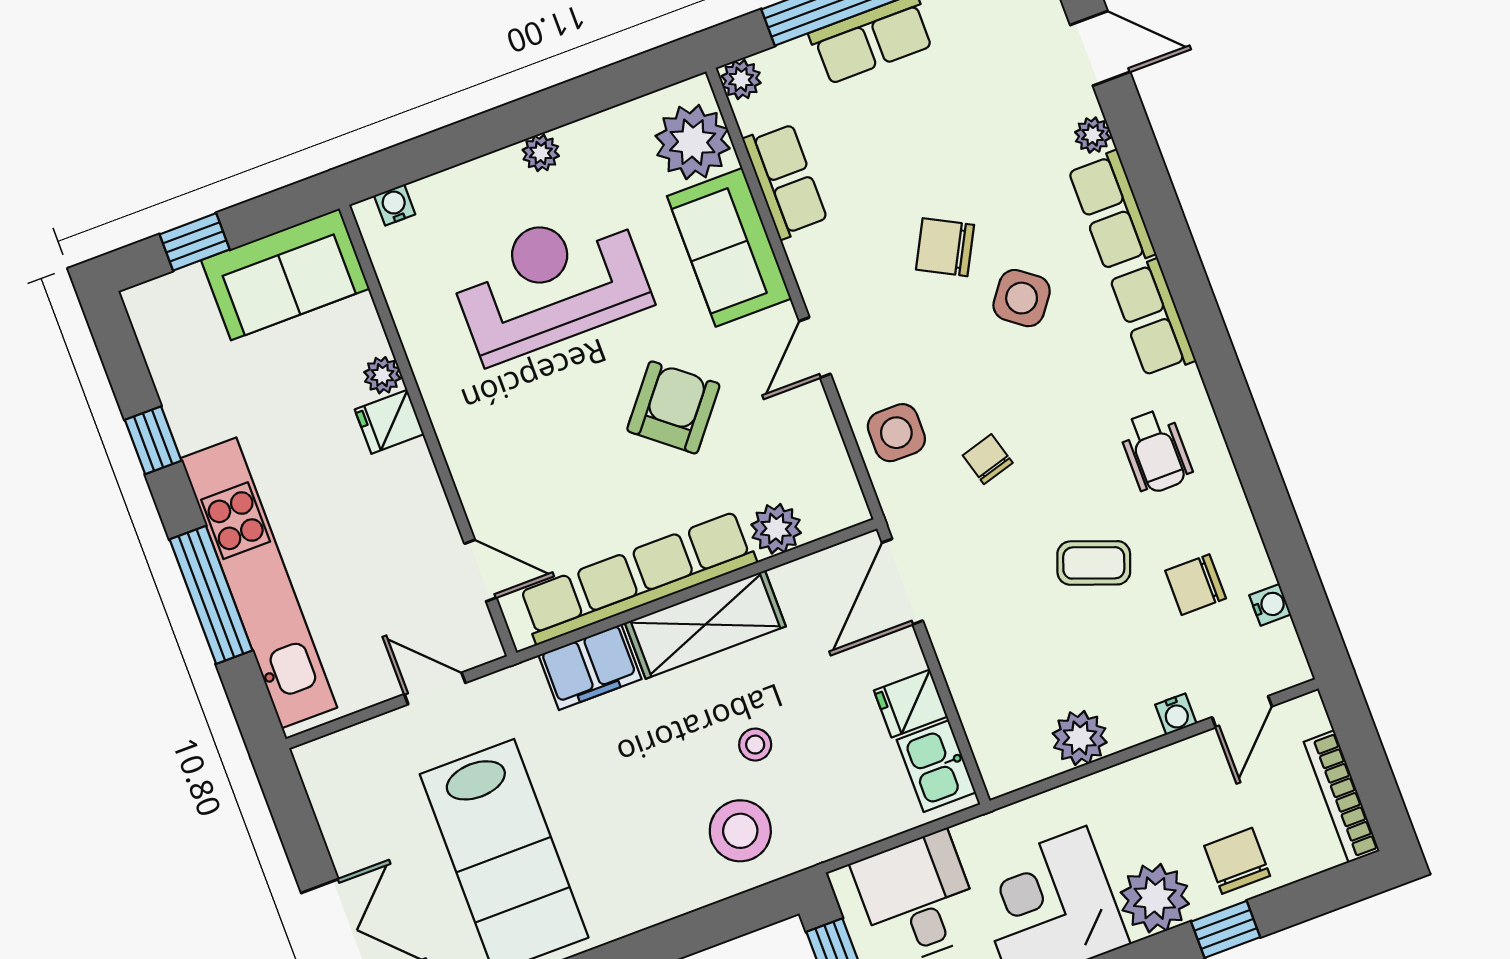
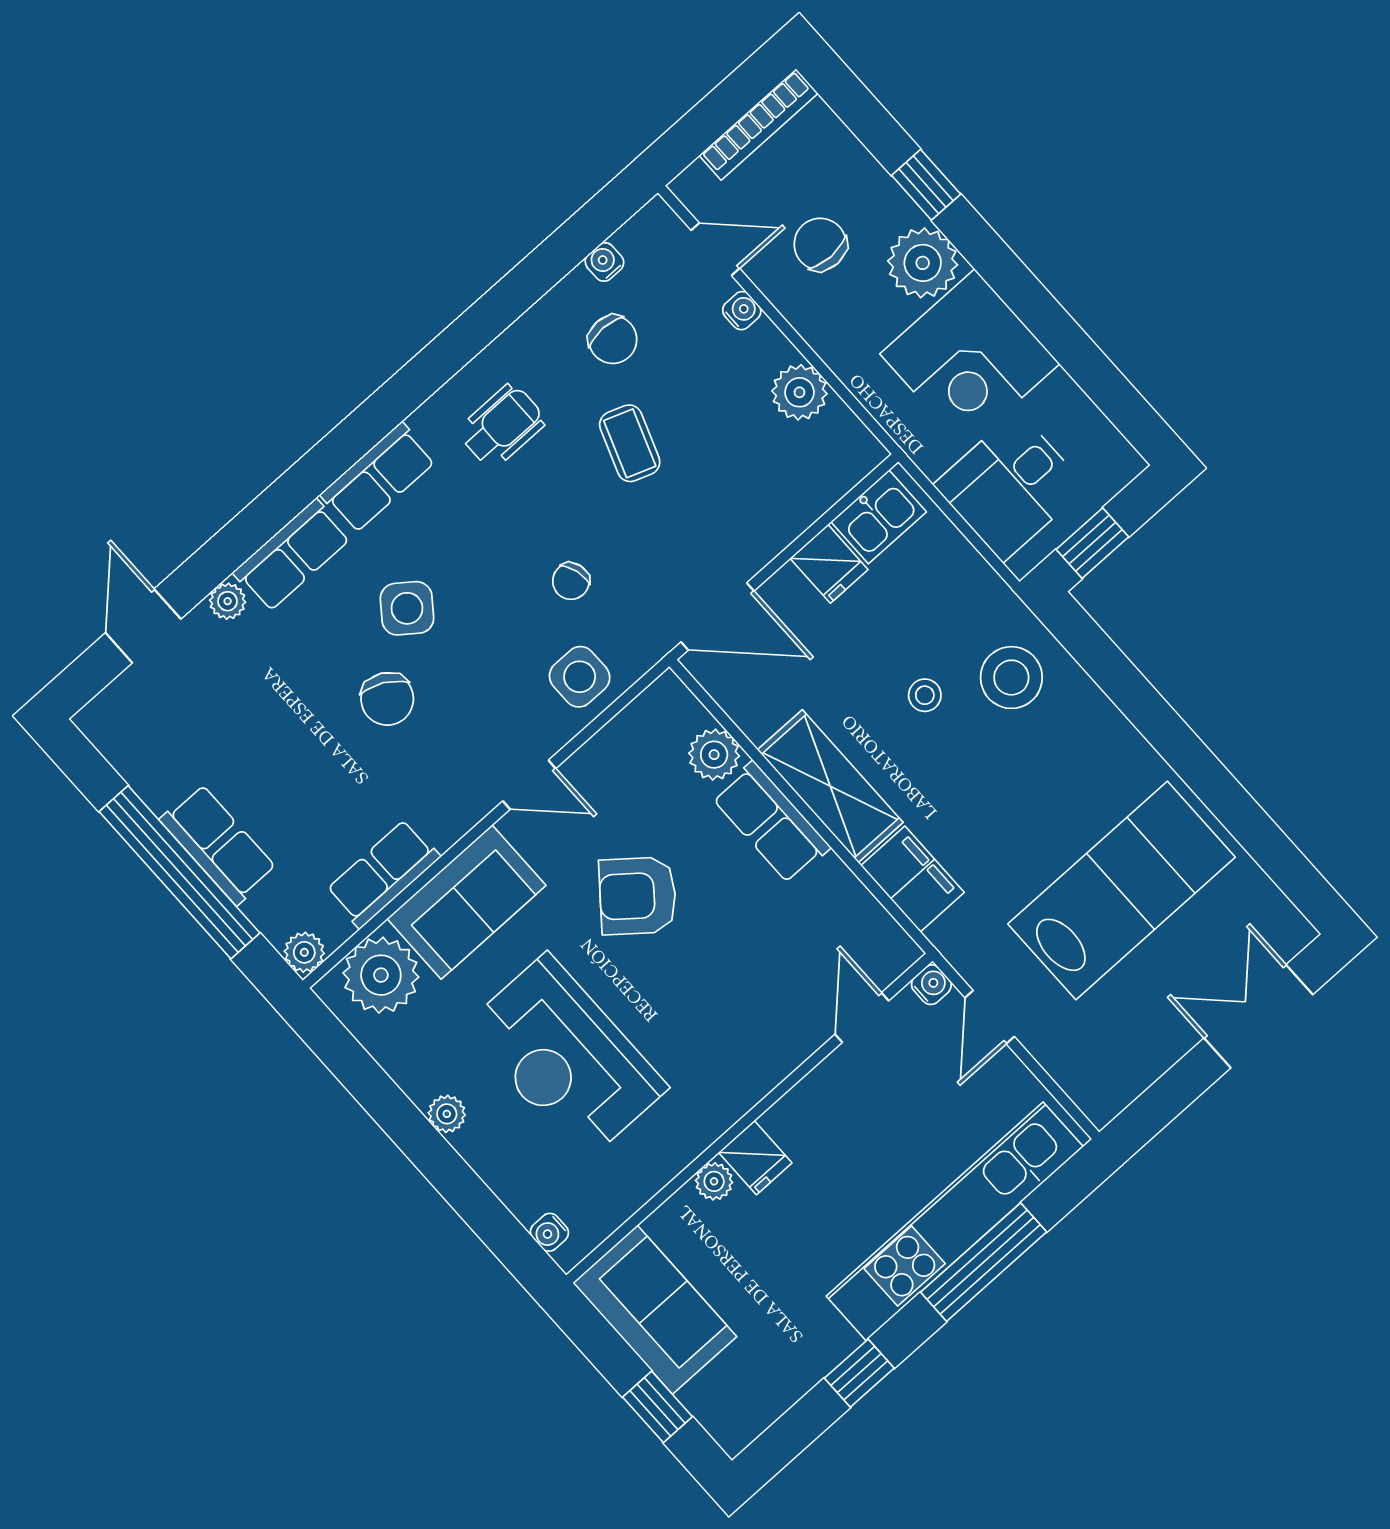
row of seats: (637, 578) -> (771, 822), width x0.50
water cooler: (486, 646) -> (931, 985), added
chair: (1237, 861) -> (820, 244), moved, turned 90

